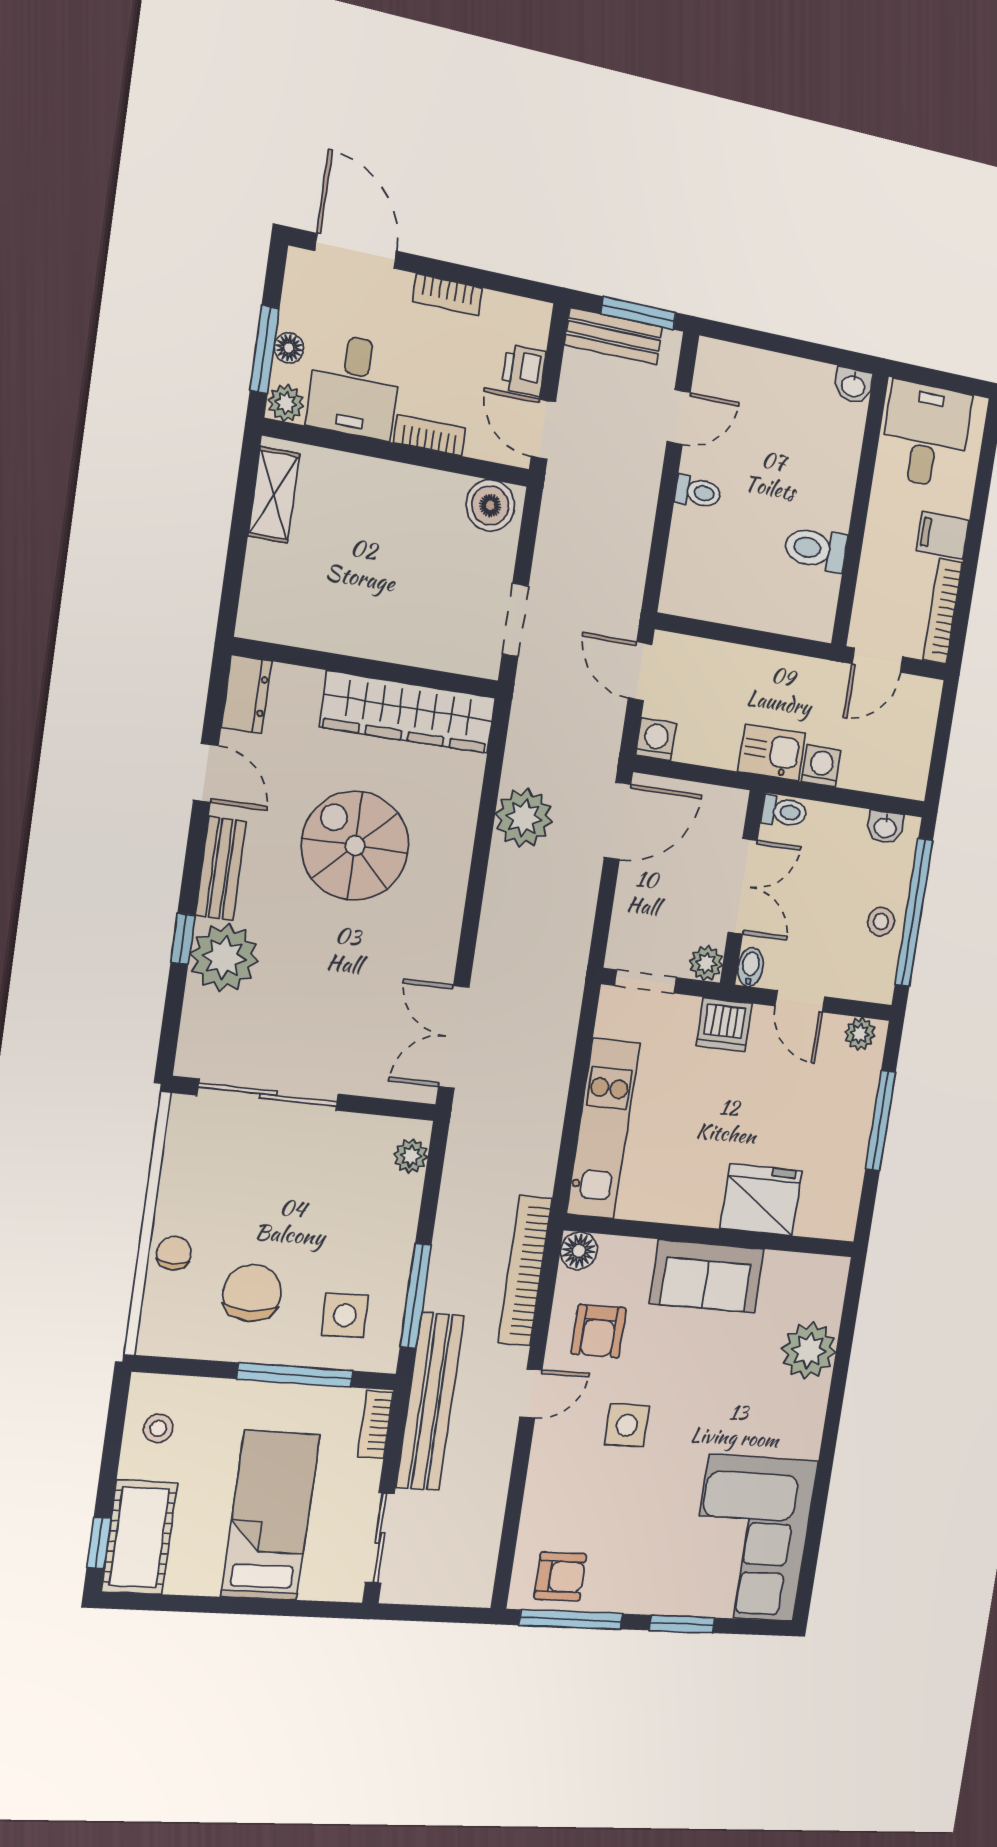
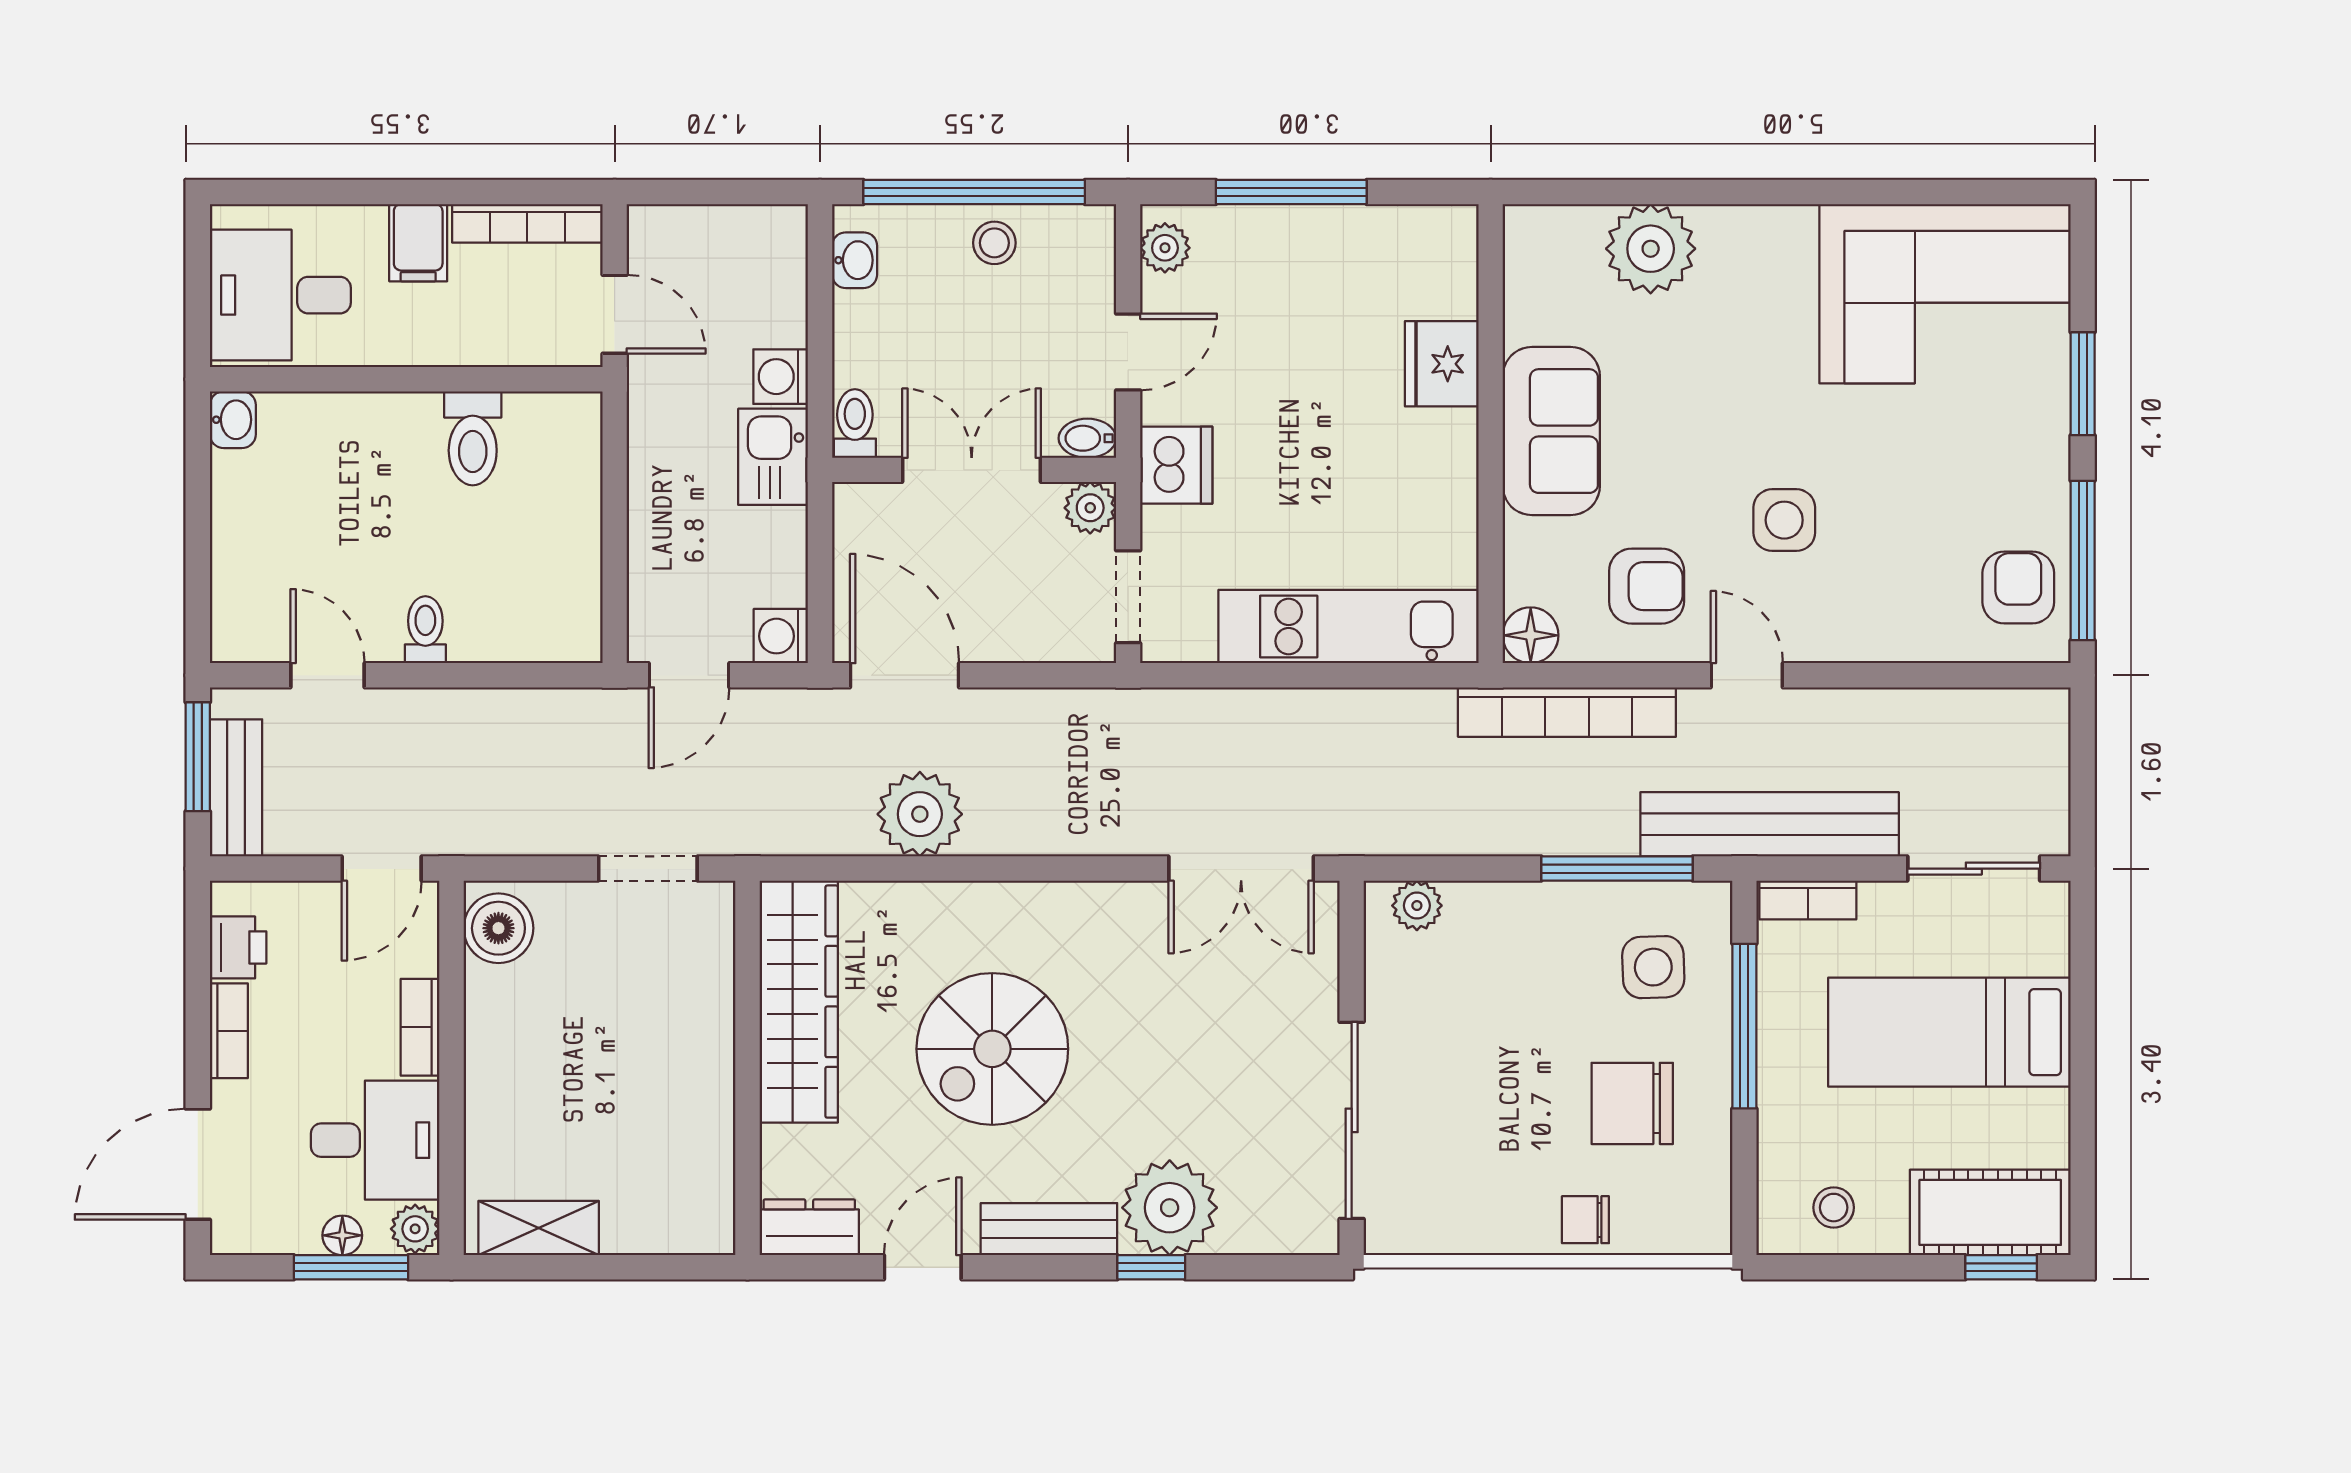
printer: (524, 370) -> (238, 947), moved, turned -90
fridge: (761, 1200) -> (1442, 364), width x0.73, depth x0.75

